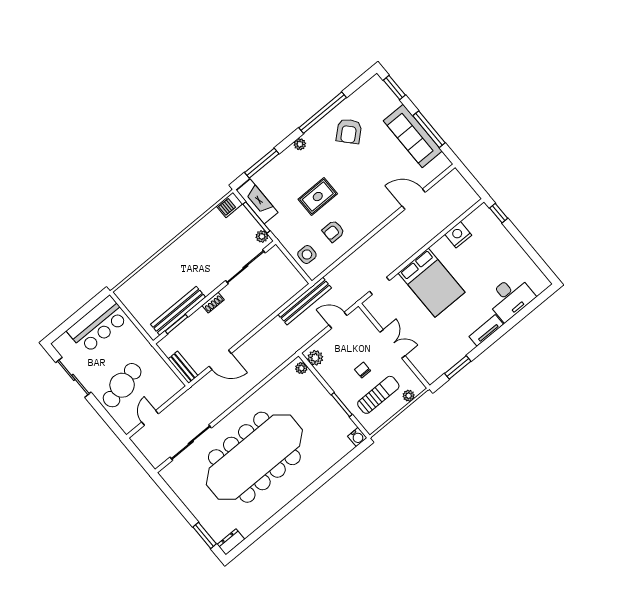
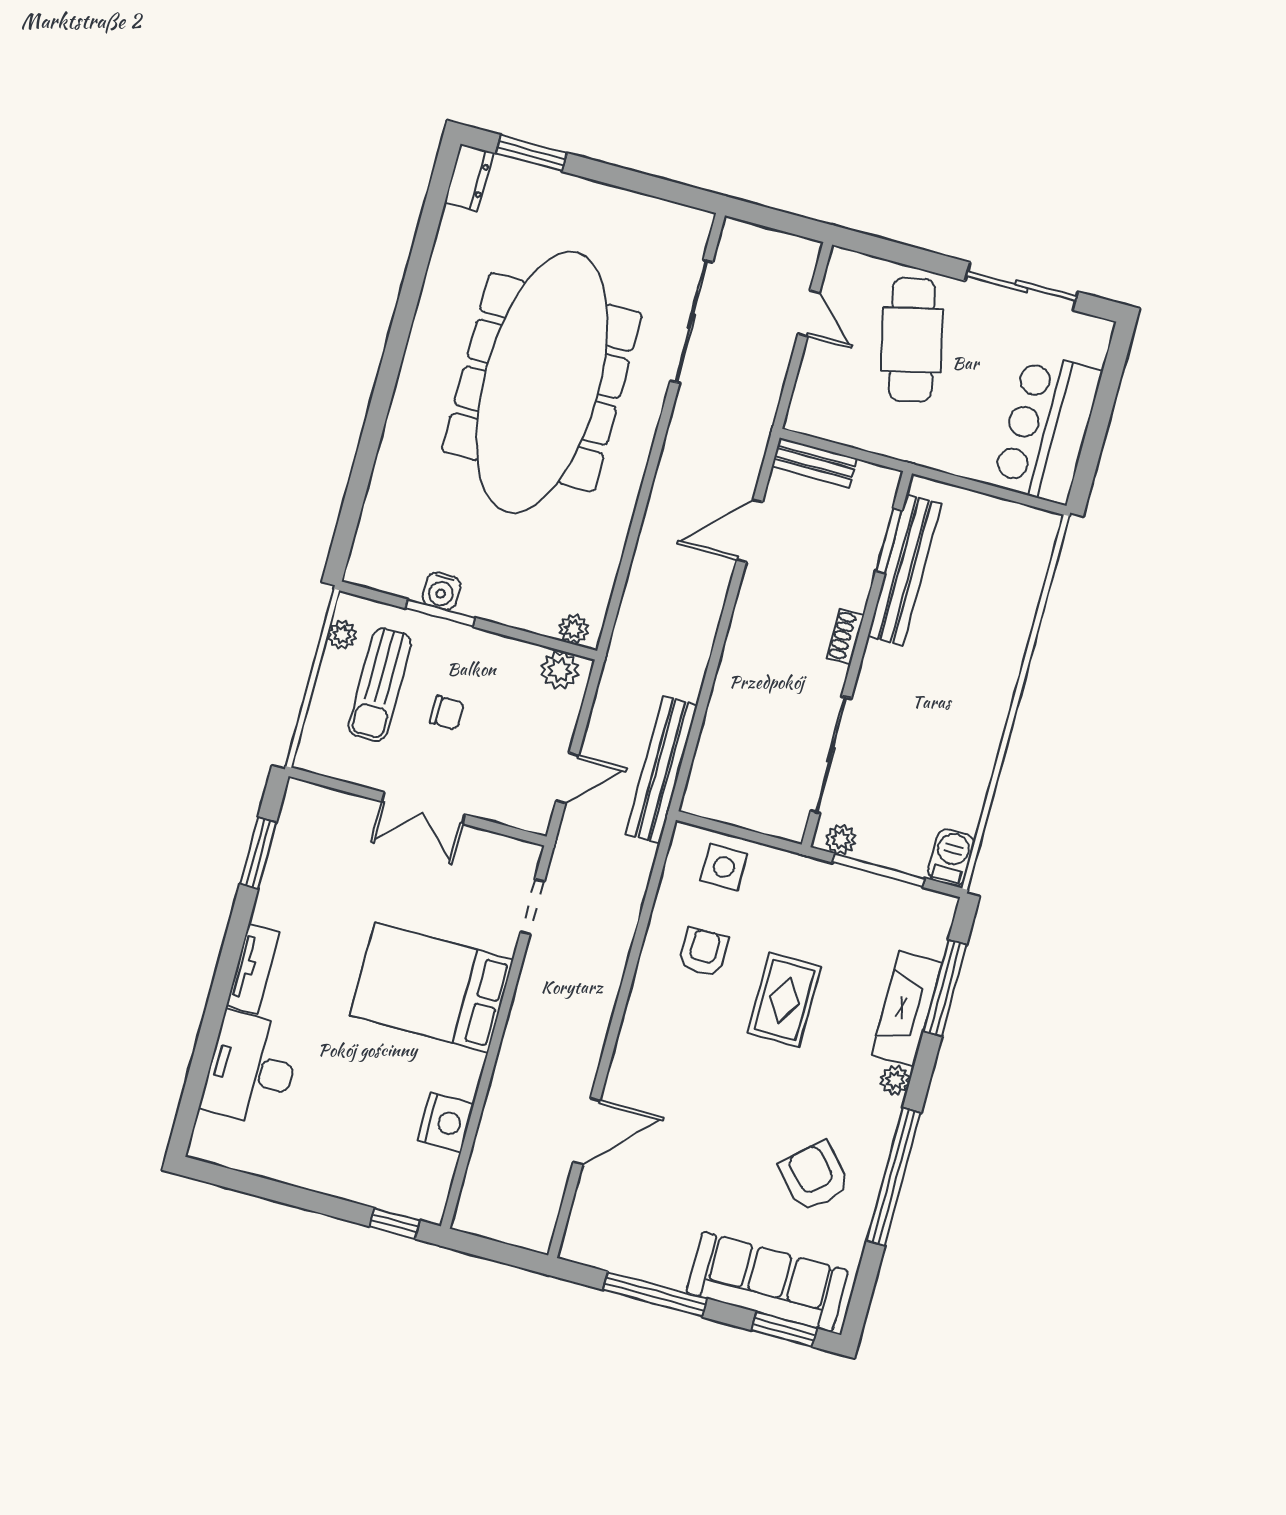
sofa: (413, 136) -> (767, 1282), moved
fireplace: (257, 201) -> (907, 1009), moved, turned 90
plant: (409, 396) -> (342, 635), moved
water cooler: (357, 437) -> (441, 591), moved, turned -90

